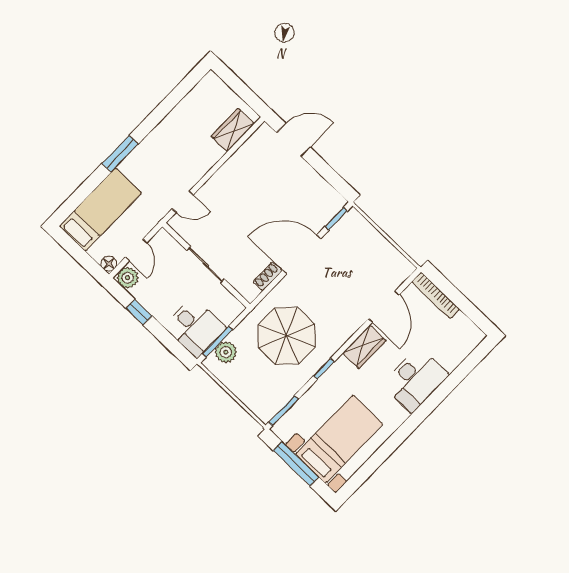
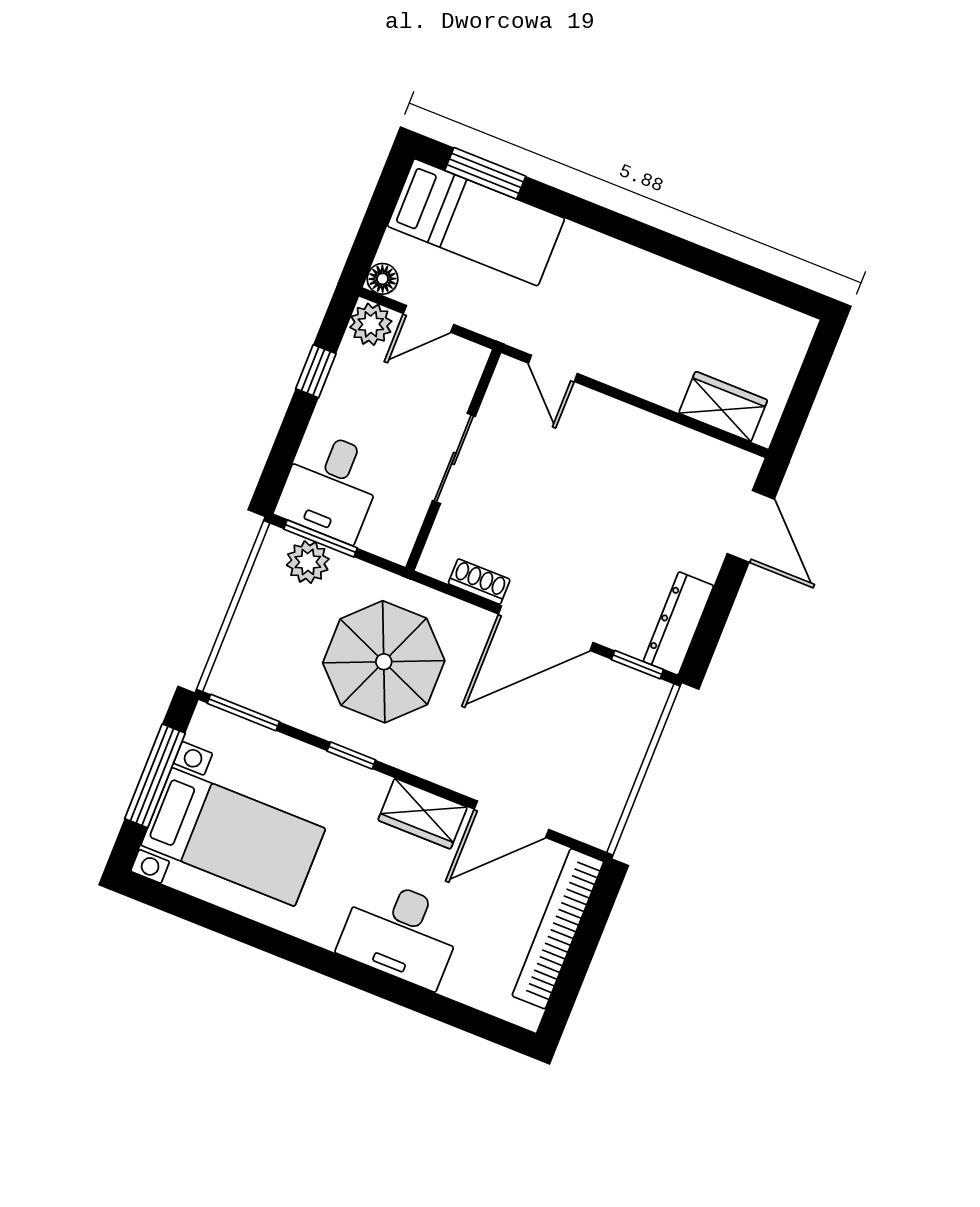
window: (120, 154) -> (485, 173), moved
dresser: (325, 192) -> (678, 623), added
door: (302, 254) -> (546, 628), swing flipped
bookcase: (436, 295) -> (558, 929), width x1.48, depth x1.31

